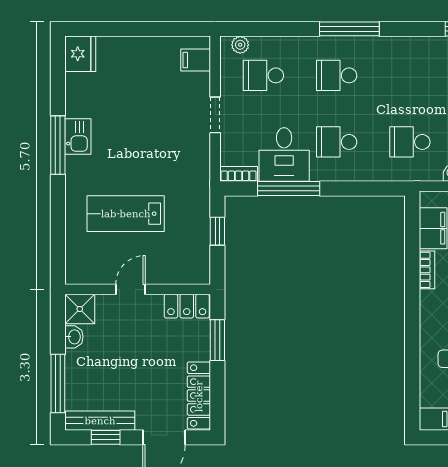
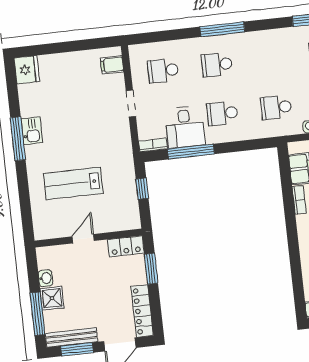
plant: (240, 45) -> (143, 50), removed
shower: (80, 309) -> (52, 298), moved
window: (106, 437) -> (77, 349), width x1.50

